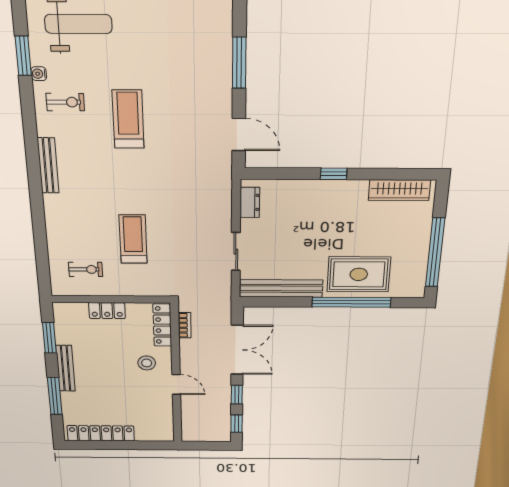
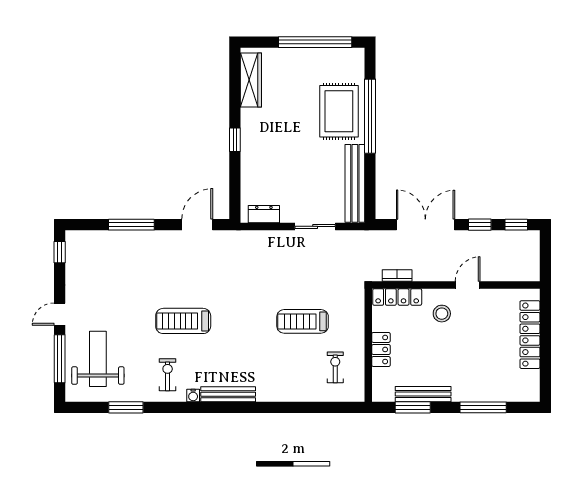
water cooler: (39, 74) -> (193, 395), moved
bench: (66, 368) -> (423, 394), moved
locker: (101, 433) -> (530, 335), moved

